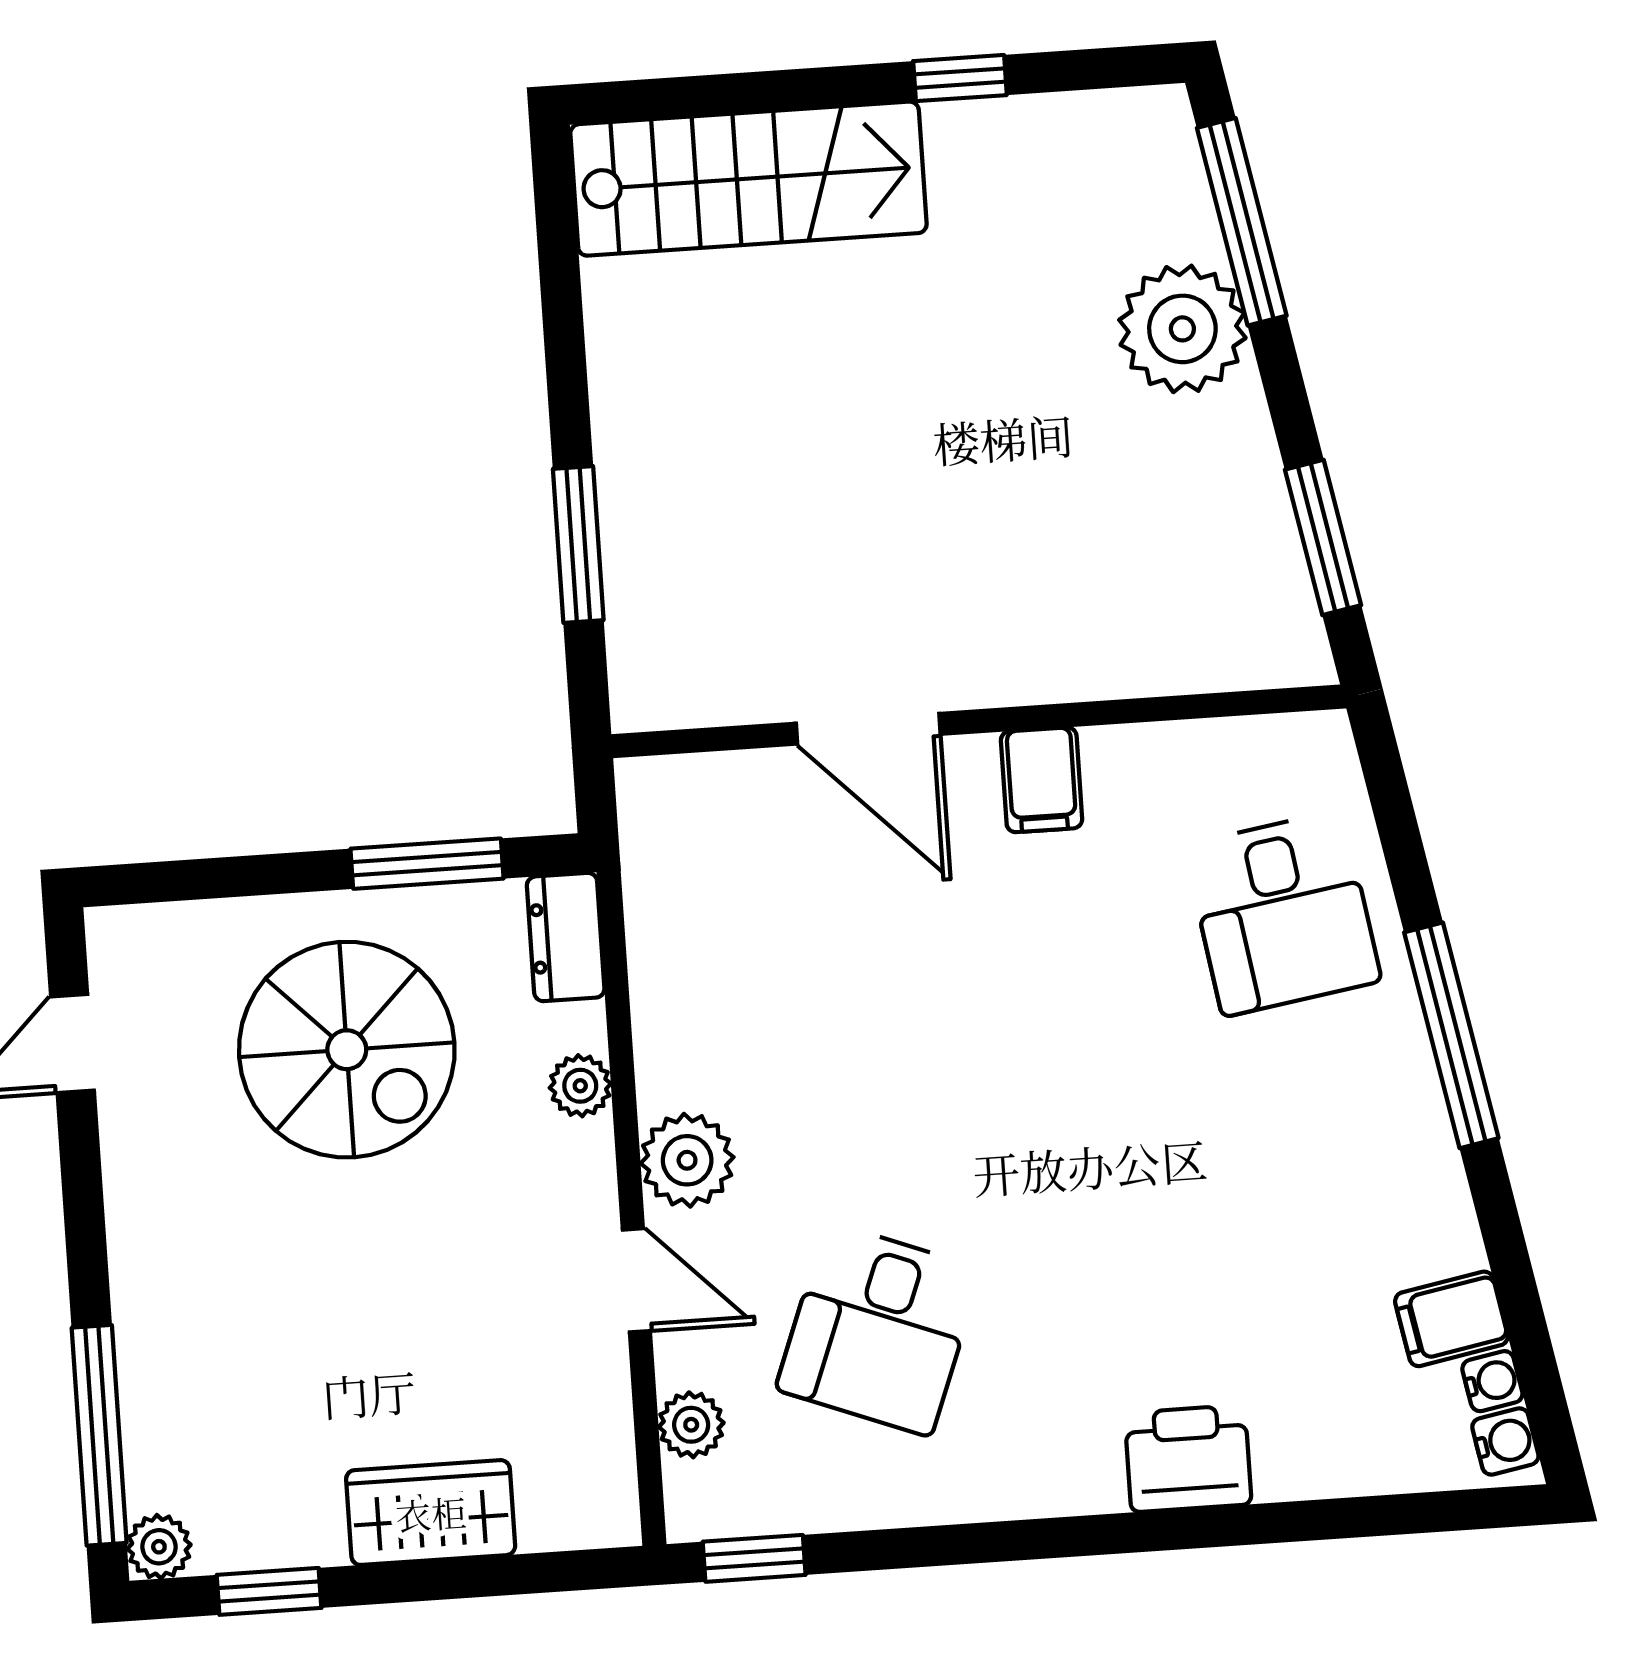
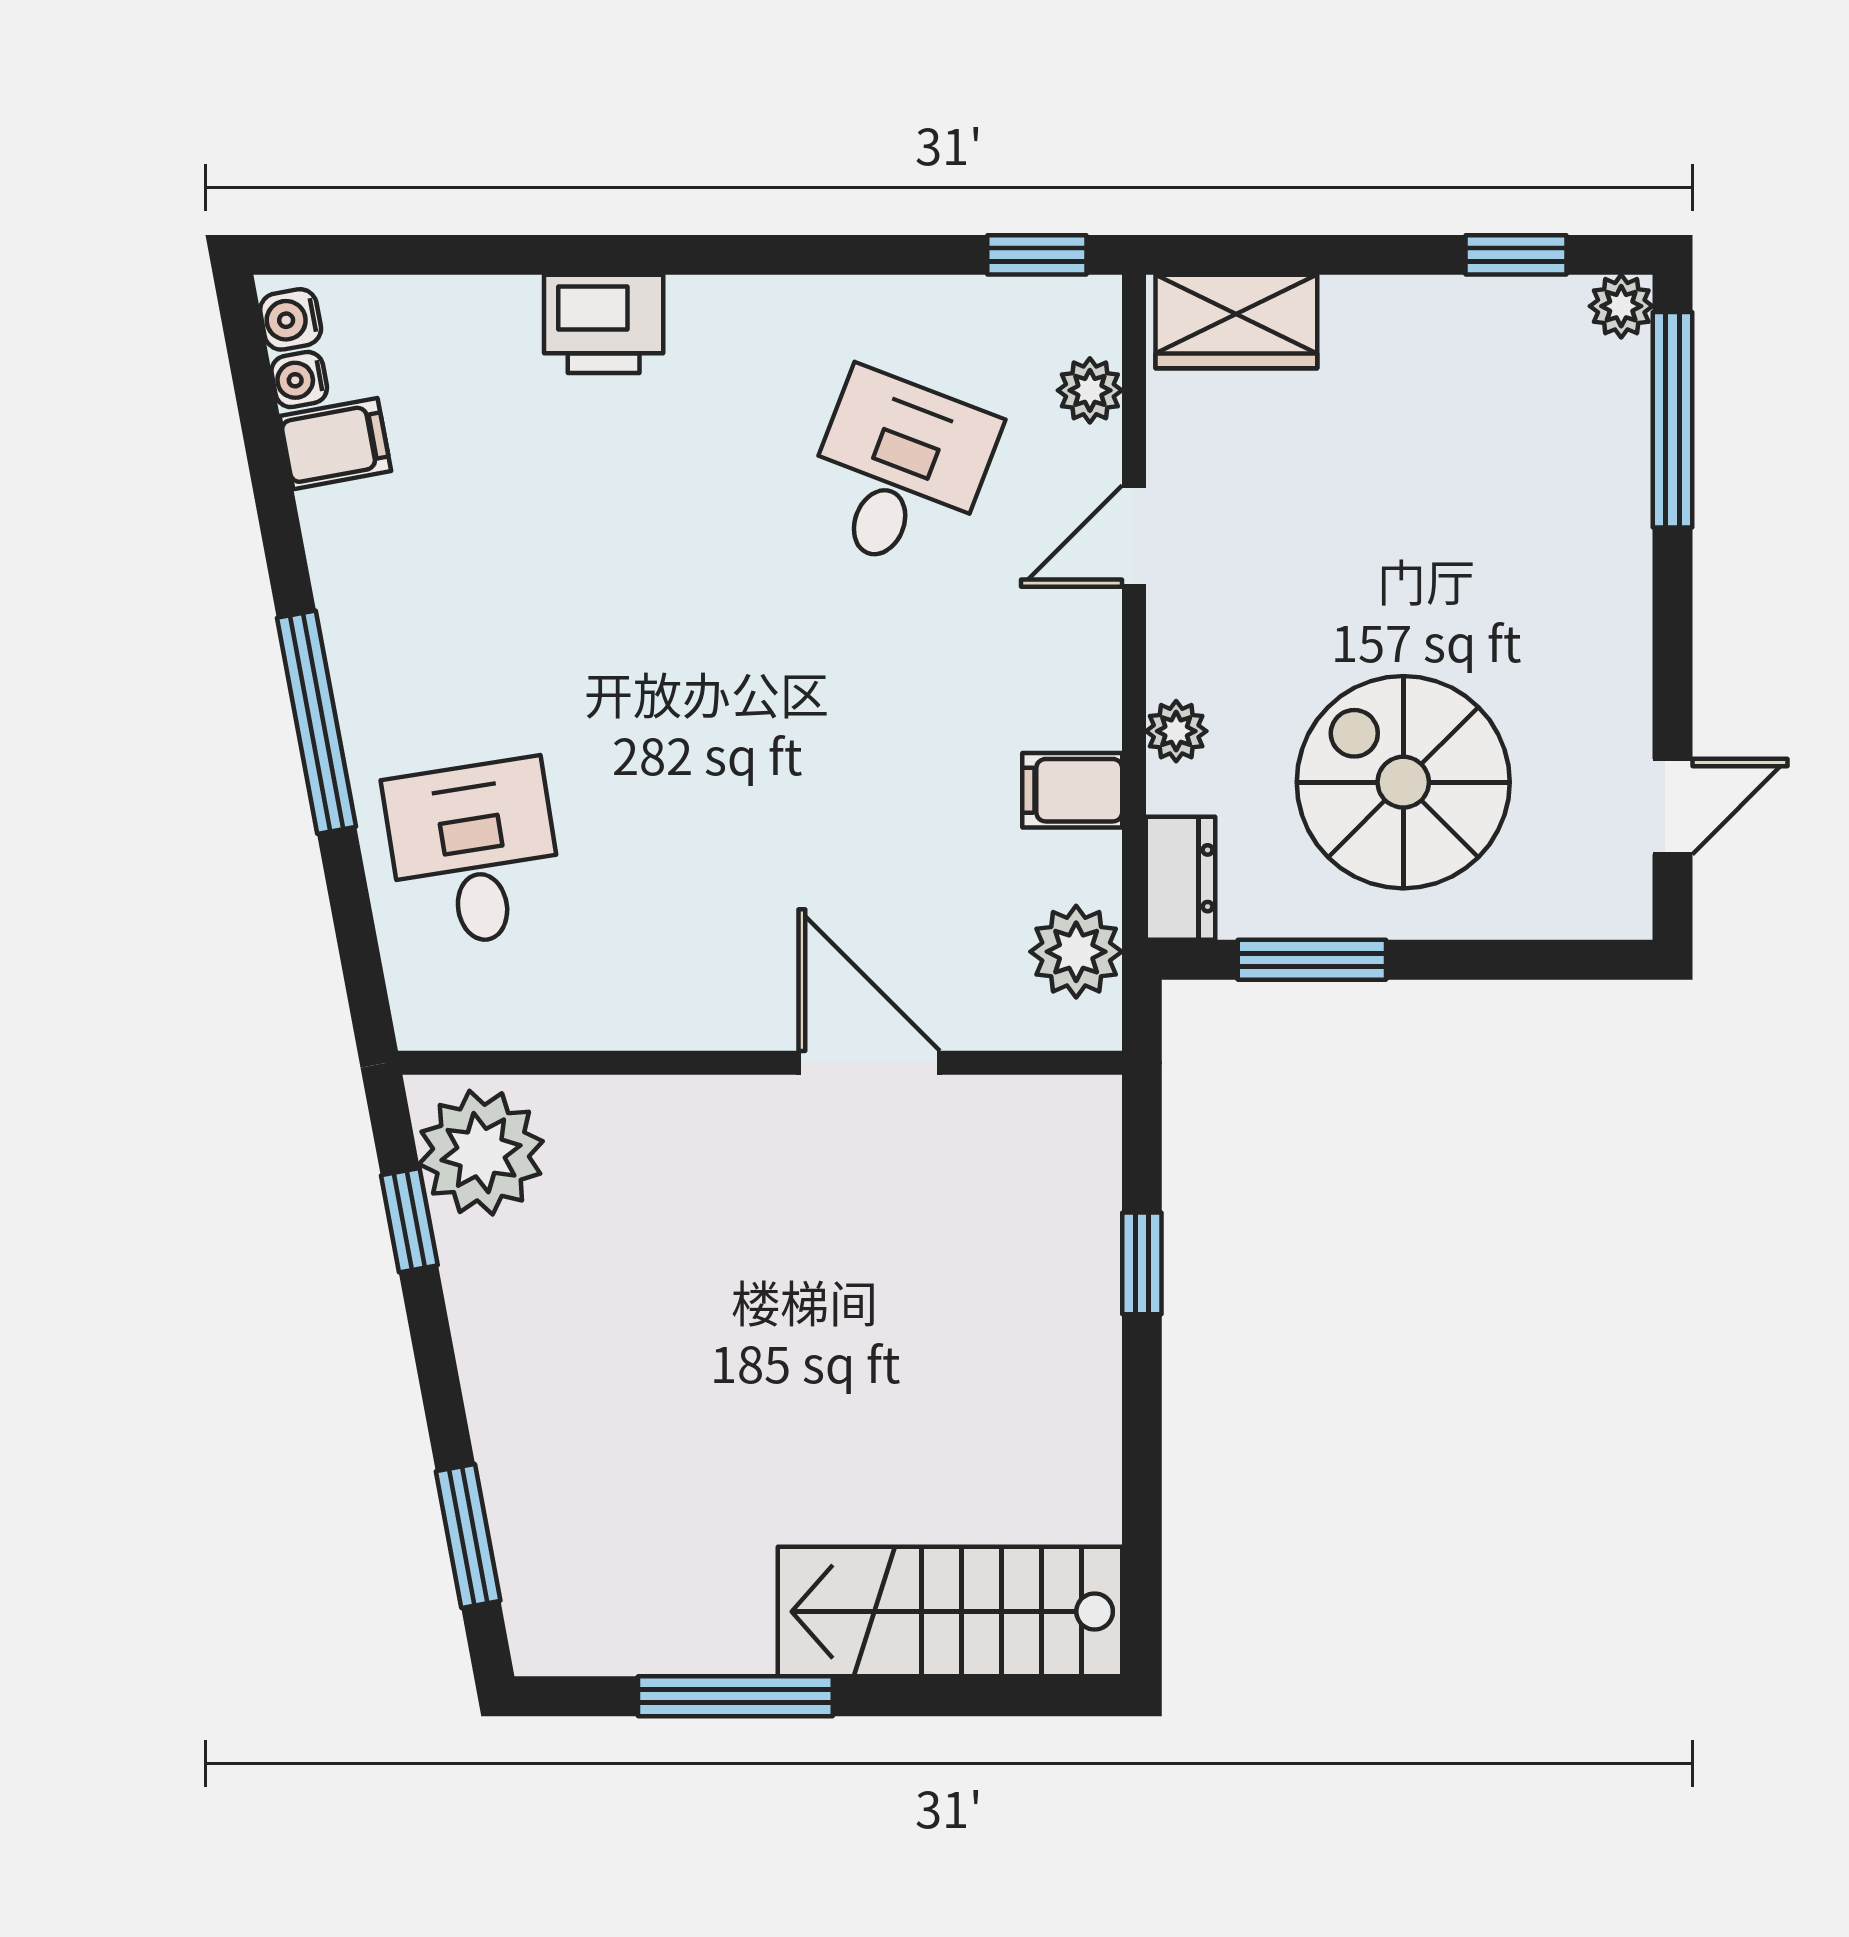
window: (960, 78) -> (735, 1696), width x2.17
window: (1242, 222) -> (468, 1536), width x0.69
plant: (1182, 329) -> (481, 1153), moved
window: (1323, 537) -> (409, 1220), width x0.67
window: (578, 544) -> (1142, 1263), width x0.67
filing cabinet: (1042, 780) -> (1072, 790), moved, turned -90
plant: (687, 1160) -> (1076, 952), moved
door: (636, 1280) -> (1134, 536), hinge flipped
wardrobe: (431, 1513) -> (1236, 322), moved

